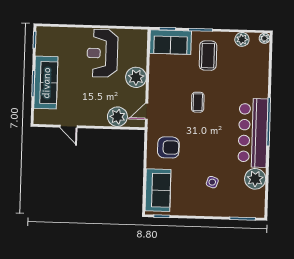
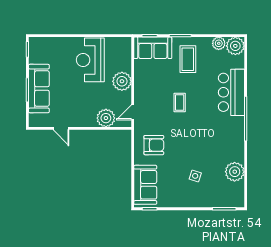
plant: (265, 38) -> (235, 46), width x1.88, depth x1.88
bar counter: (253, 133) -> (231, 92), moved, width x0.73

